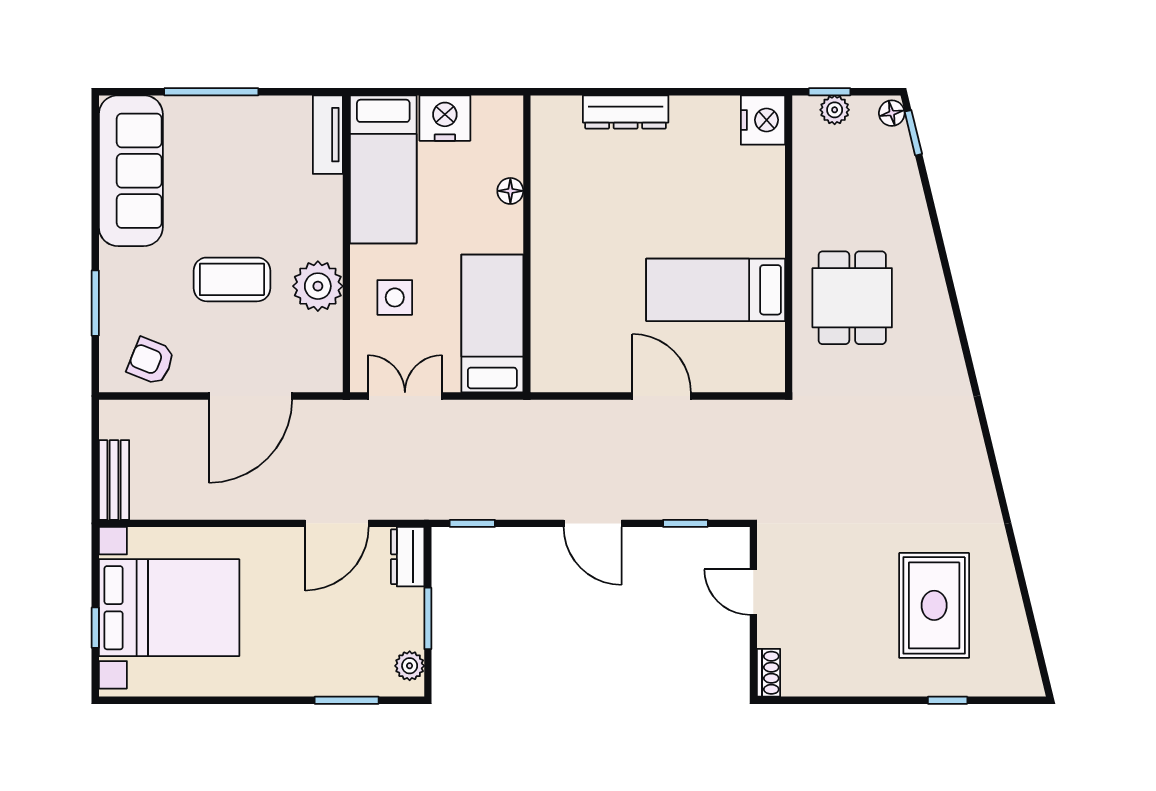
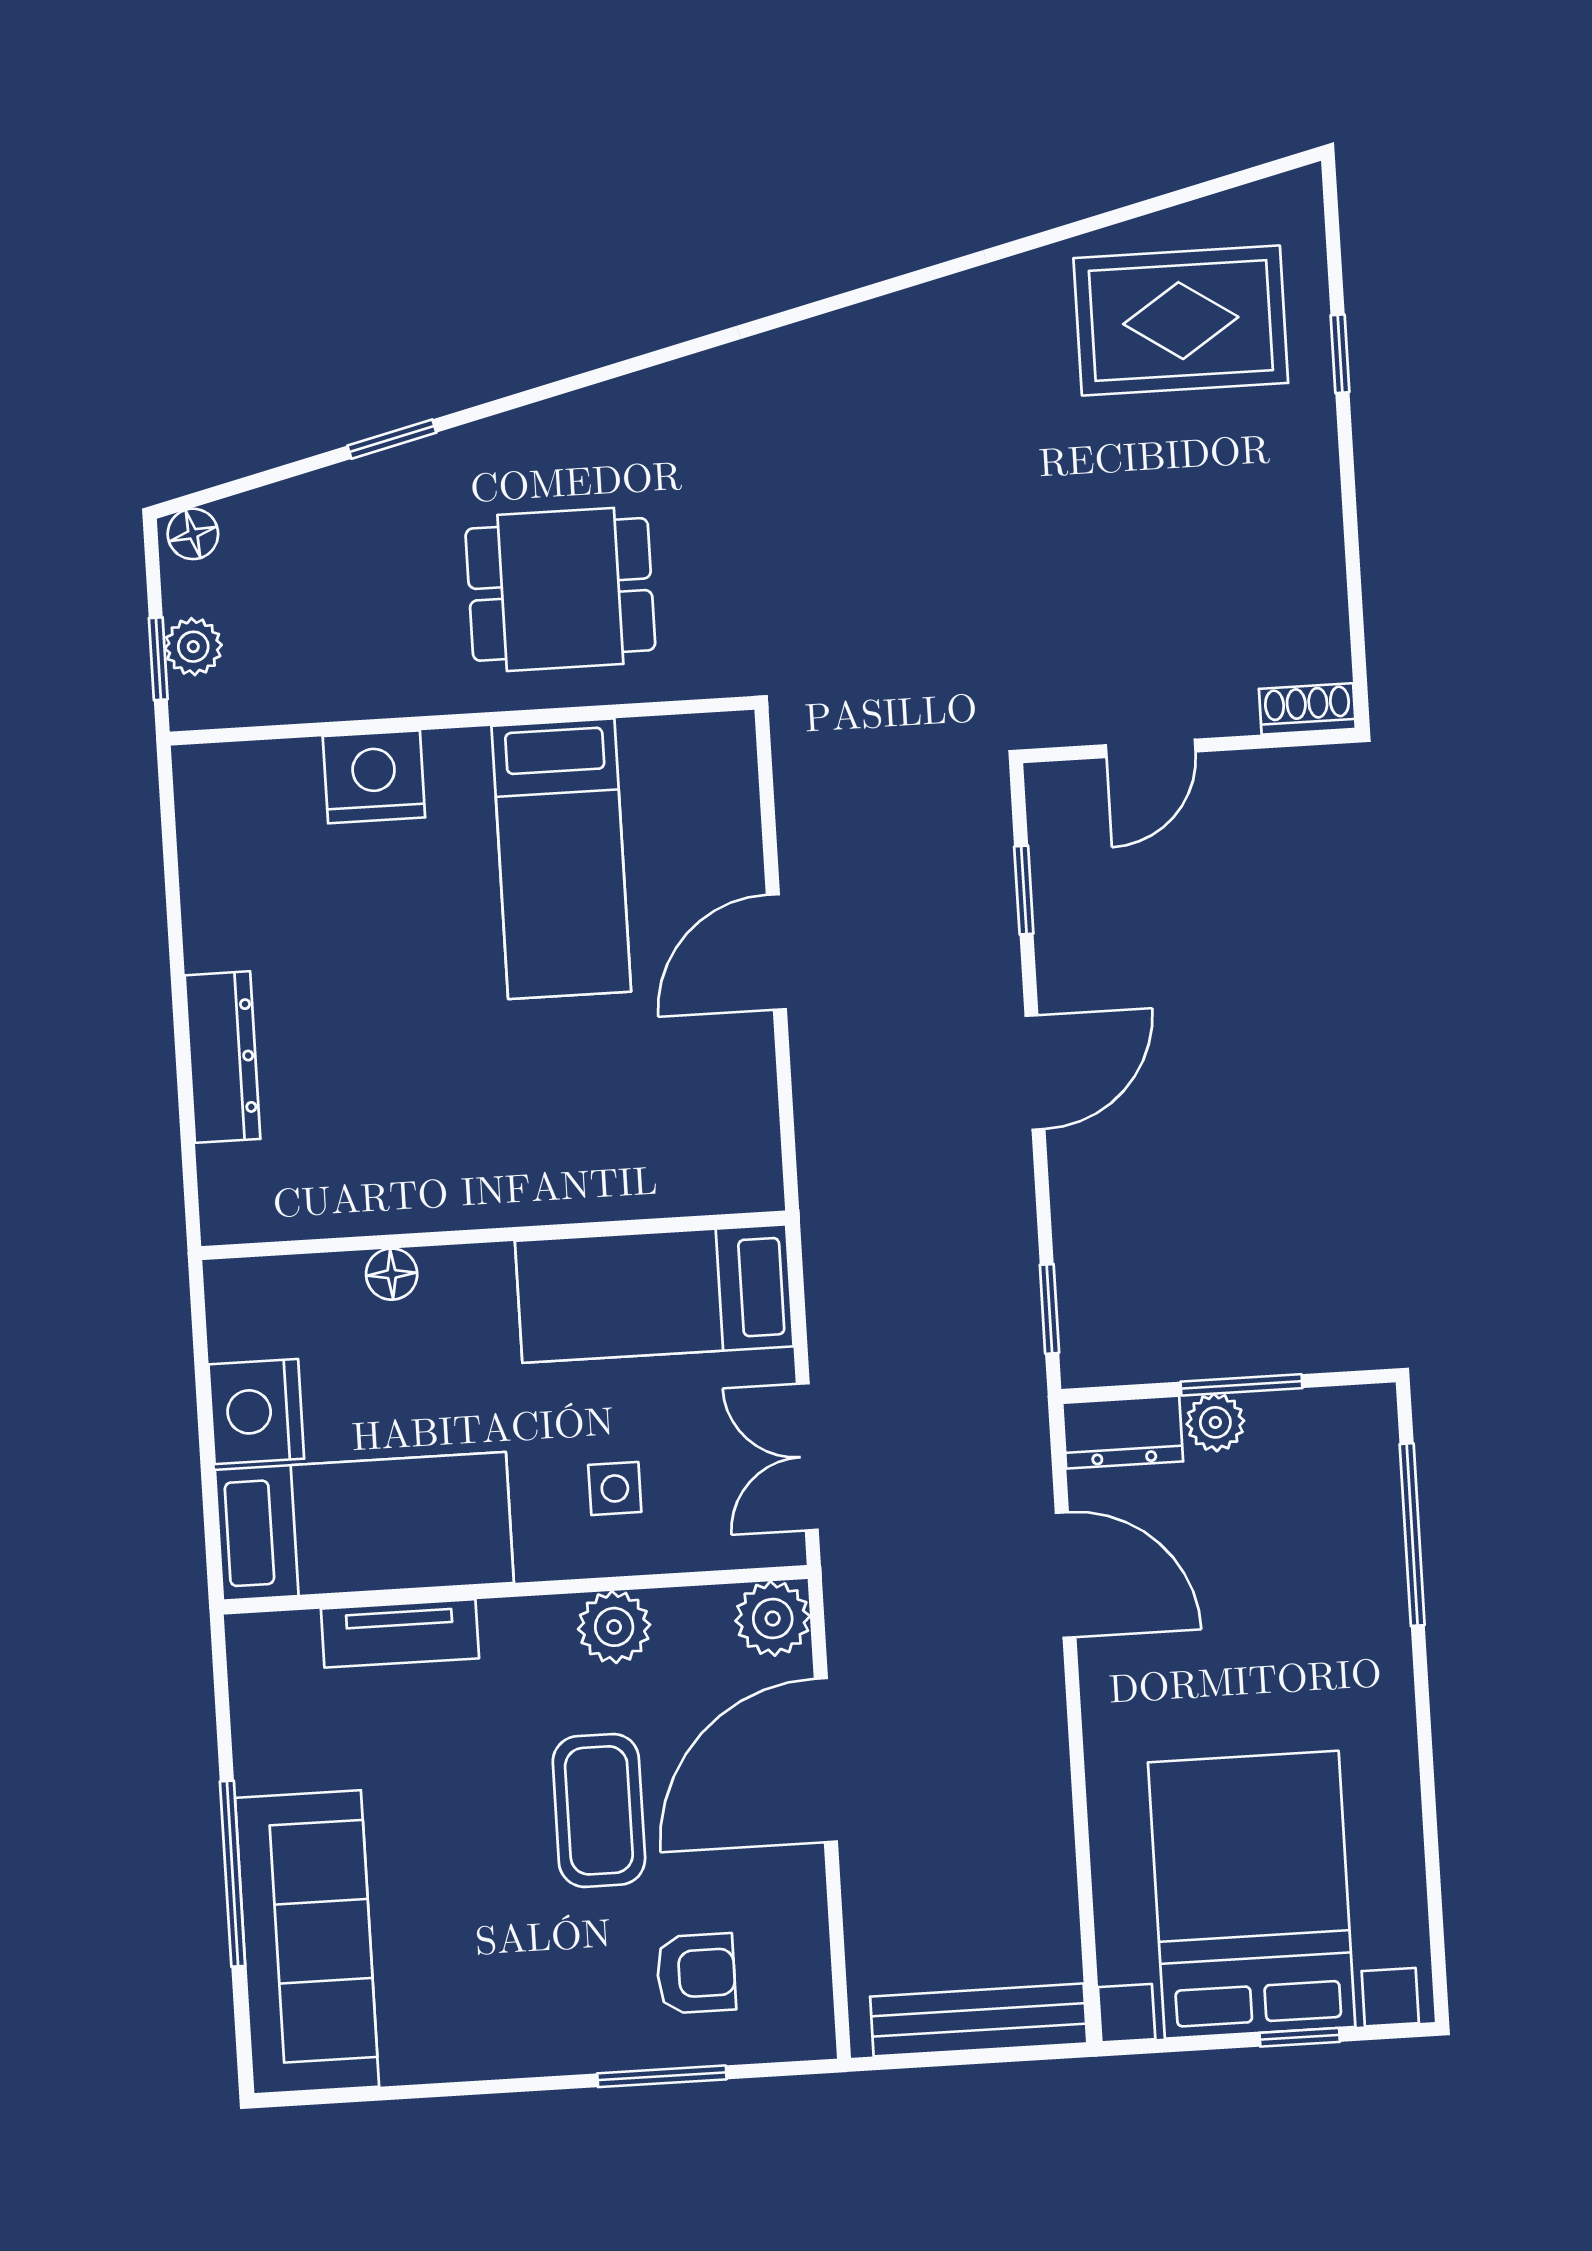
nightstand: (763, 120) -> (374, 777), moved
window: (913, 133) -> (392, 439), moved
tv unit: (328, 135) -> (400, 1633), moved
sofa: (131, 171) -> (307, 1942), moved, turned 90
plant: (318, 286) -> (614, 1627), width x0.73, depth x0.73
side table: (395, 297) -> (615, 1488), width x0.73, depth x0.73
armchair: (151, 361) -> (696, 1973), moved, turned -112
plant: (324, 373) -> (773, 1619), added
door: (250, 396) -> (826, 1760), swing flipped
bench: (114, 480) -> (979, 2020), width x1.36
rug: (934, 605) -> (1181, 321), moved
plant: (410, 666) -> (1215, 1422), moved
window: (347, 700) -> (1412, 1535), width x1.44

